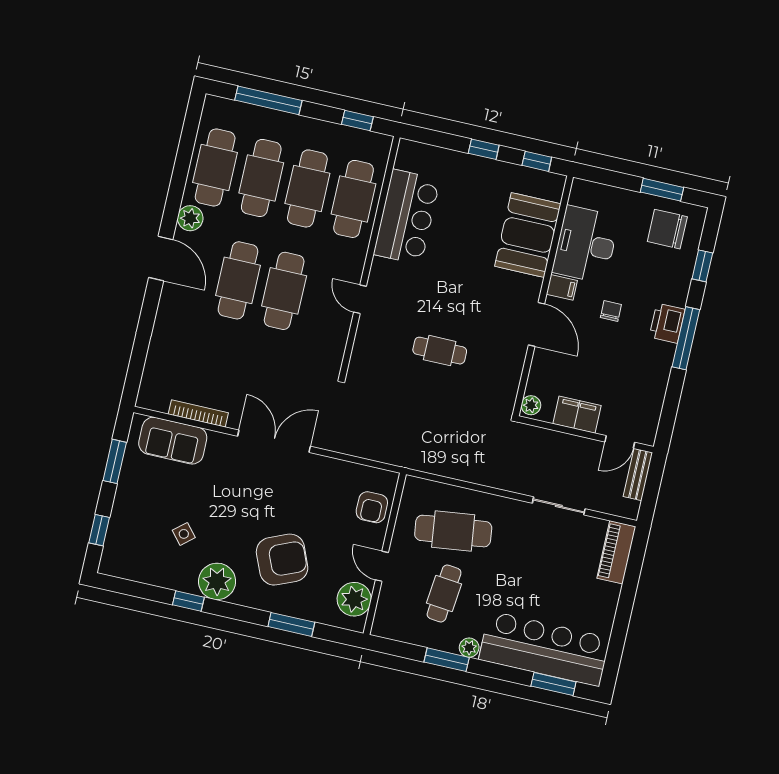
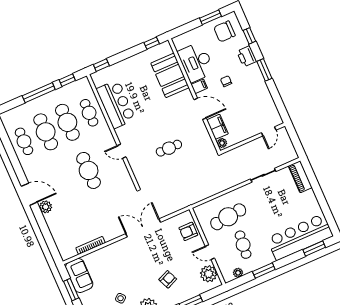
window: (268, 100) -> (39, 93), moved
window: (484, 149) -> (101, 65), moved
cafe table: (215, 167) -> (24, 141), width x0.73, depth x0.74
cafe table: (354, 199) -> (89, 113), width x0.73, depth x0.74
plant: (190, 218) -> (46, 207), moved
cafe table: (238, 280) -> (67, 180), removed
printer: (667, 323) -> (247, 56), moved
window: (686, 338) -> (264, 70), width x0.69
filing cabinet: (577, 415) -> (217, 127), moved, turned 90
sofa: (173, 441) -> (79, 275), moved, turned -90
double door: (274, 441) -> (143, 228), moved
bench: (638, 475) -> (286, 139), removed
armchair: (372, 507) -> (188, 231), turned 90
armchair: (282, 560) -> (168, 279), width x0.53, depth x0.53
plant: (469, 648) -> (238, 273), moved

